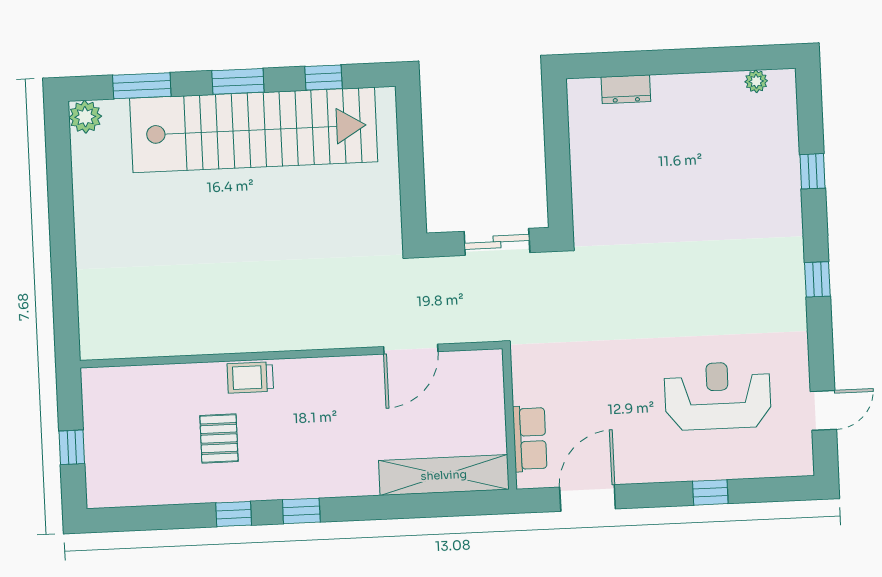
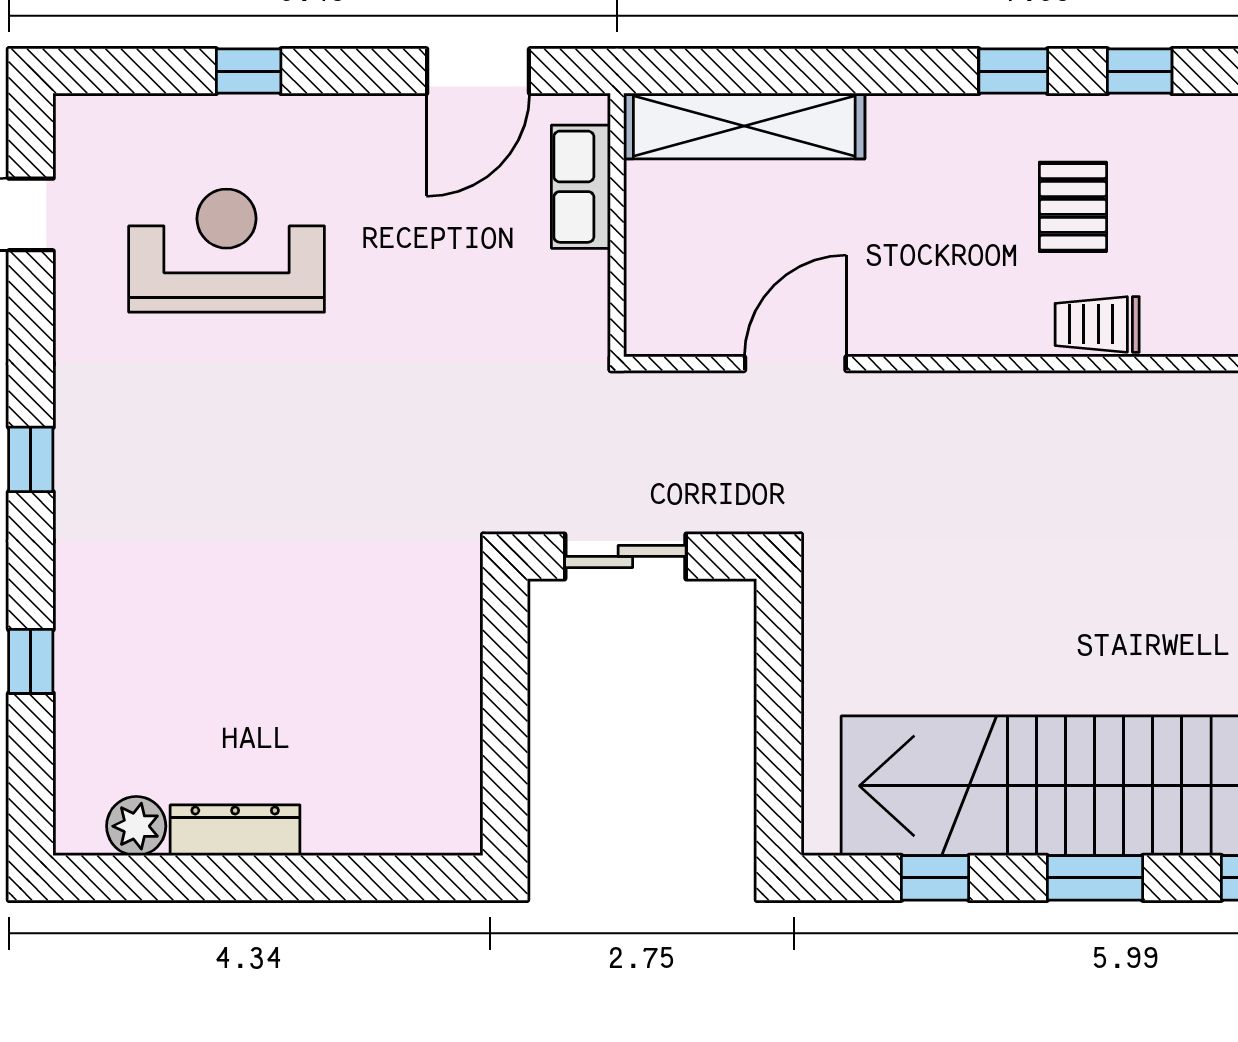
plant: (756, 81) -> (136, 826), width x1.38, depth x1.38
dresser: (626, 89) -> (235, 830), moved, width x1.44
trolley: (250, 377) -> (1097, 324), turned 180
reception desk: (718, 396) -> (227, 251), turned 180
pallet: (219, 439) -> (1073, 207), moved

